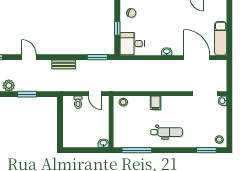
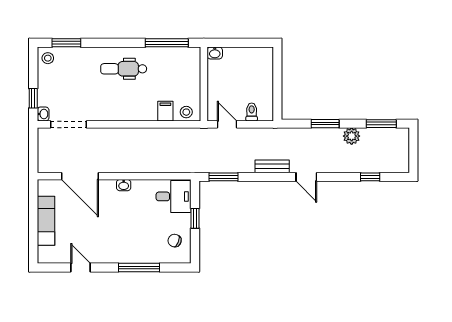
exam couch: (221, 38) -> (46, 221), moved
door: (29, 57) -> (306, 177), moved
filing cabinet: (155, 103) -> (165, 111), moved
window: (229, 112) -> (33, 98), added

